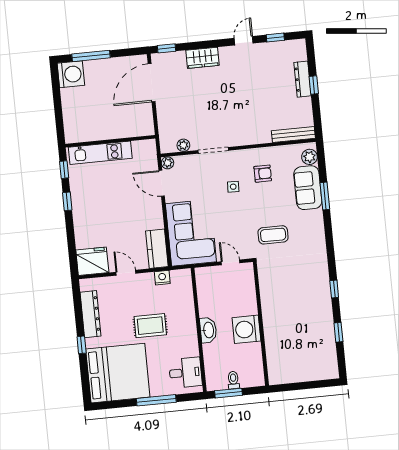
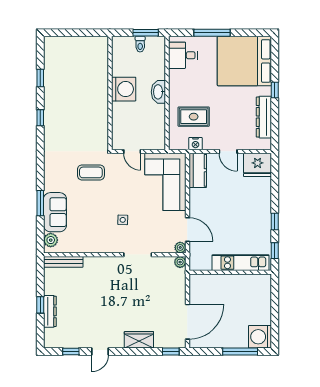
plant: (183, 145) -> (180, 262), moved
armchair: (263, 174) -> (95, 229), removed
rug: (150, 326) -> (194, 117), moved

